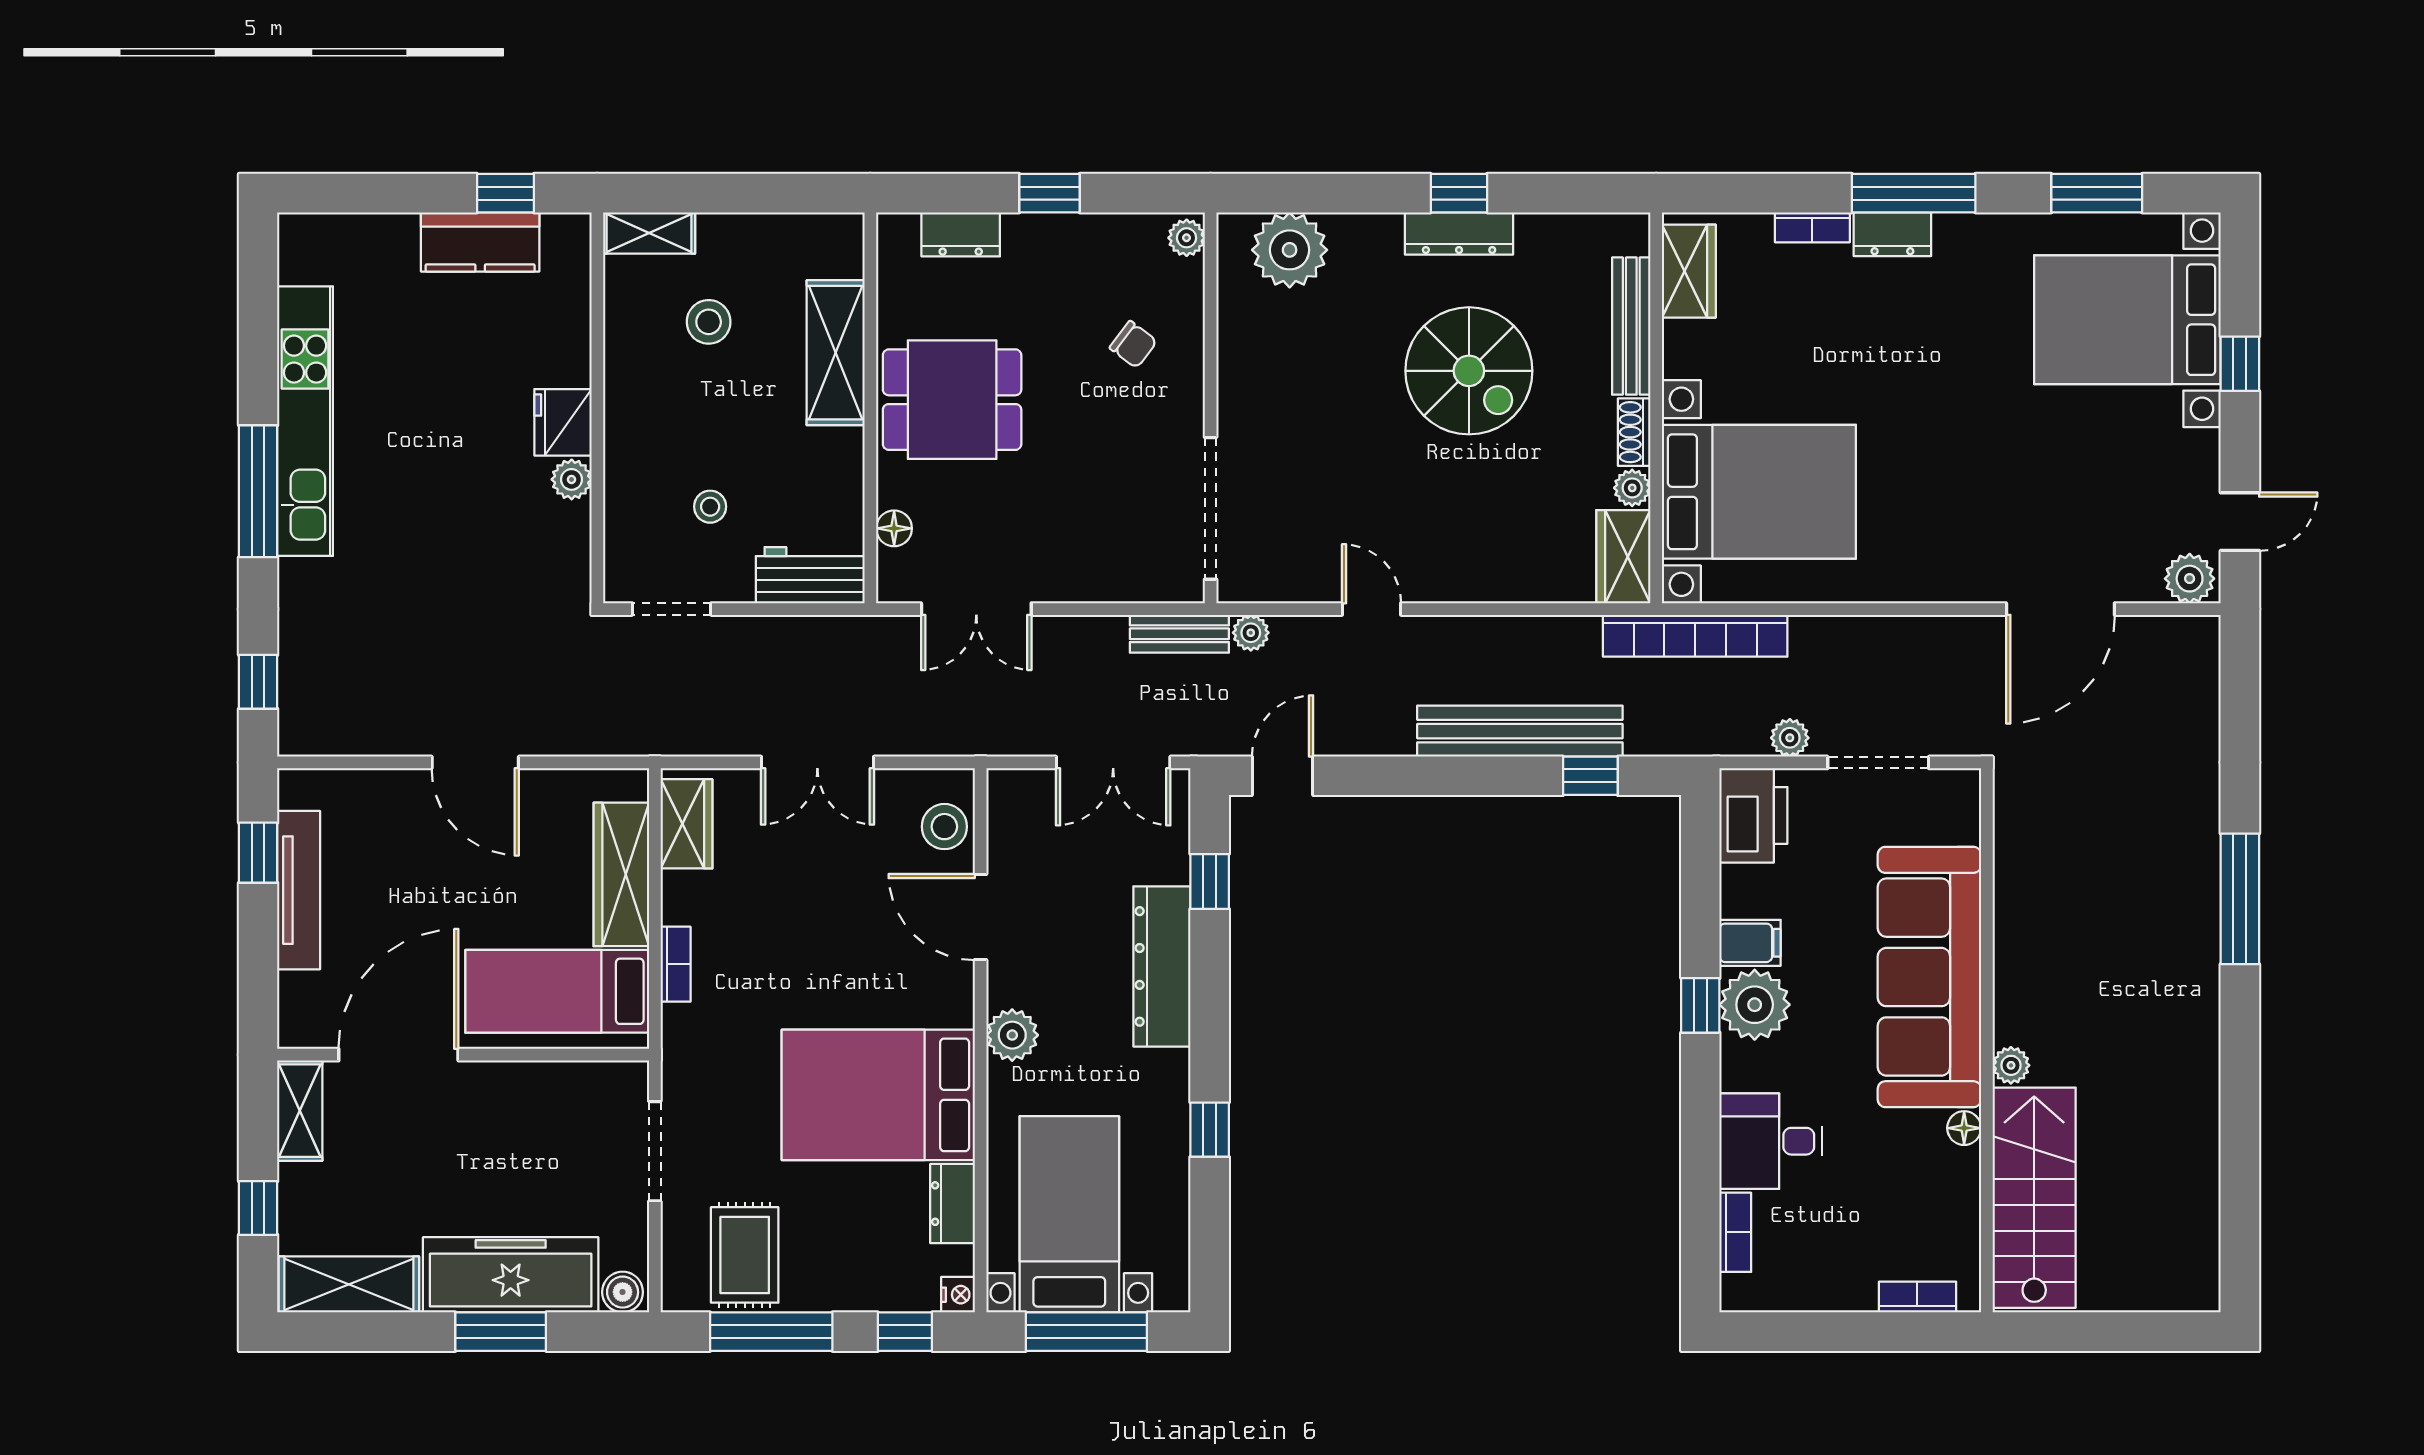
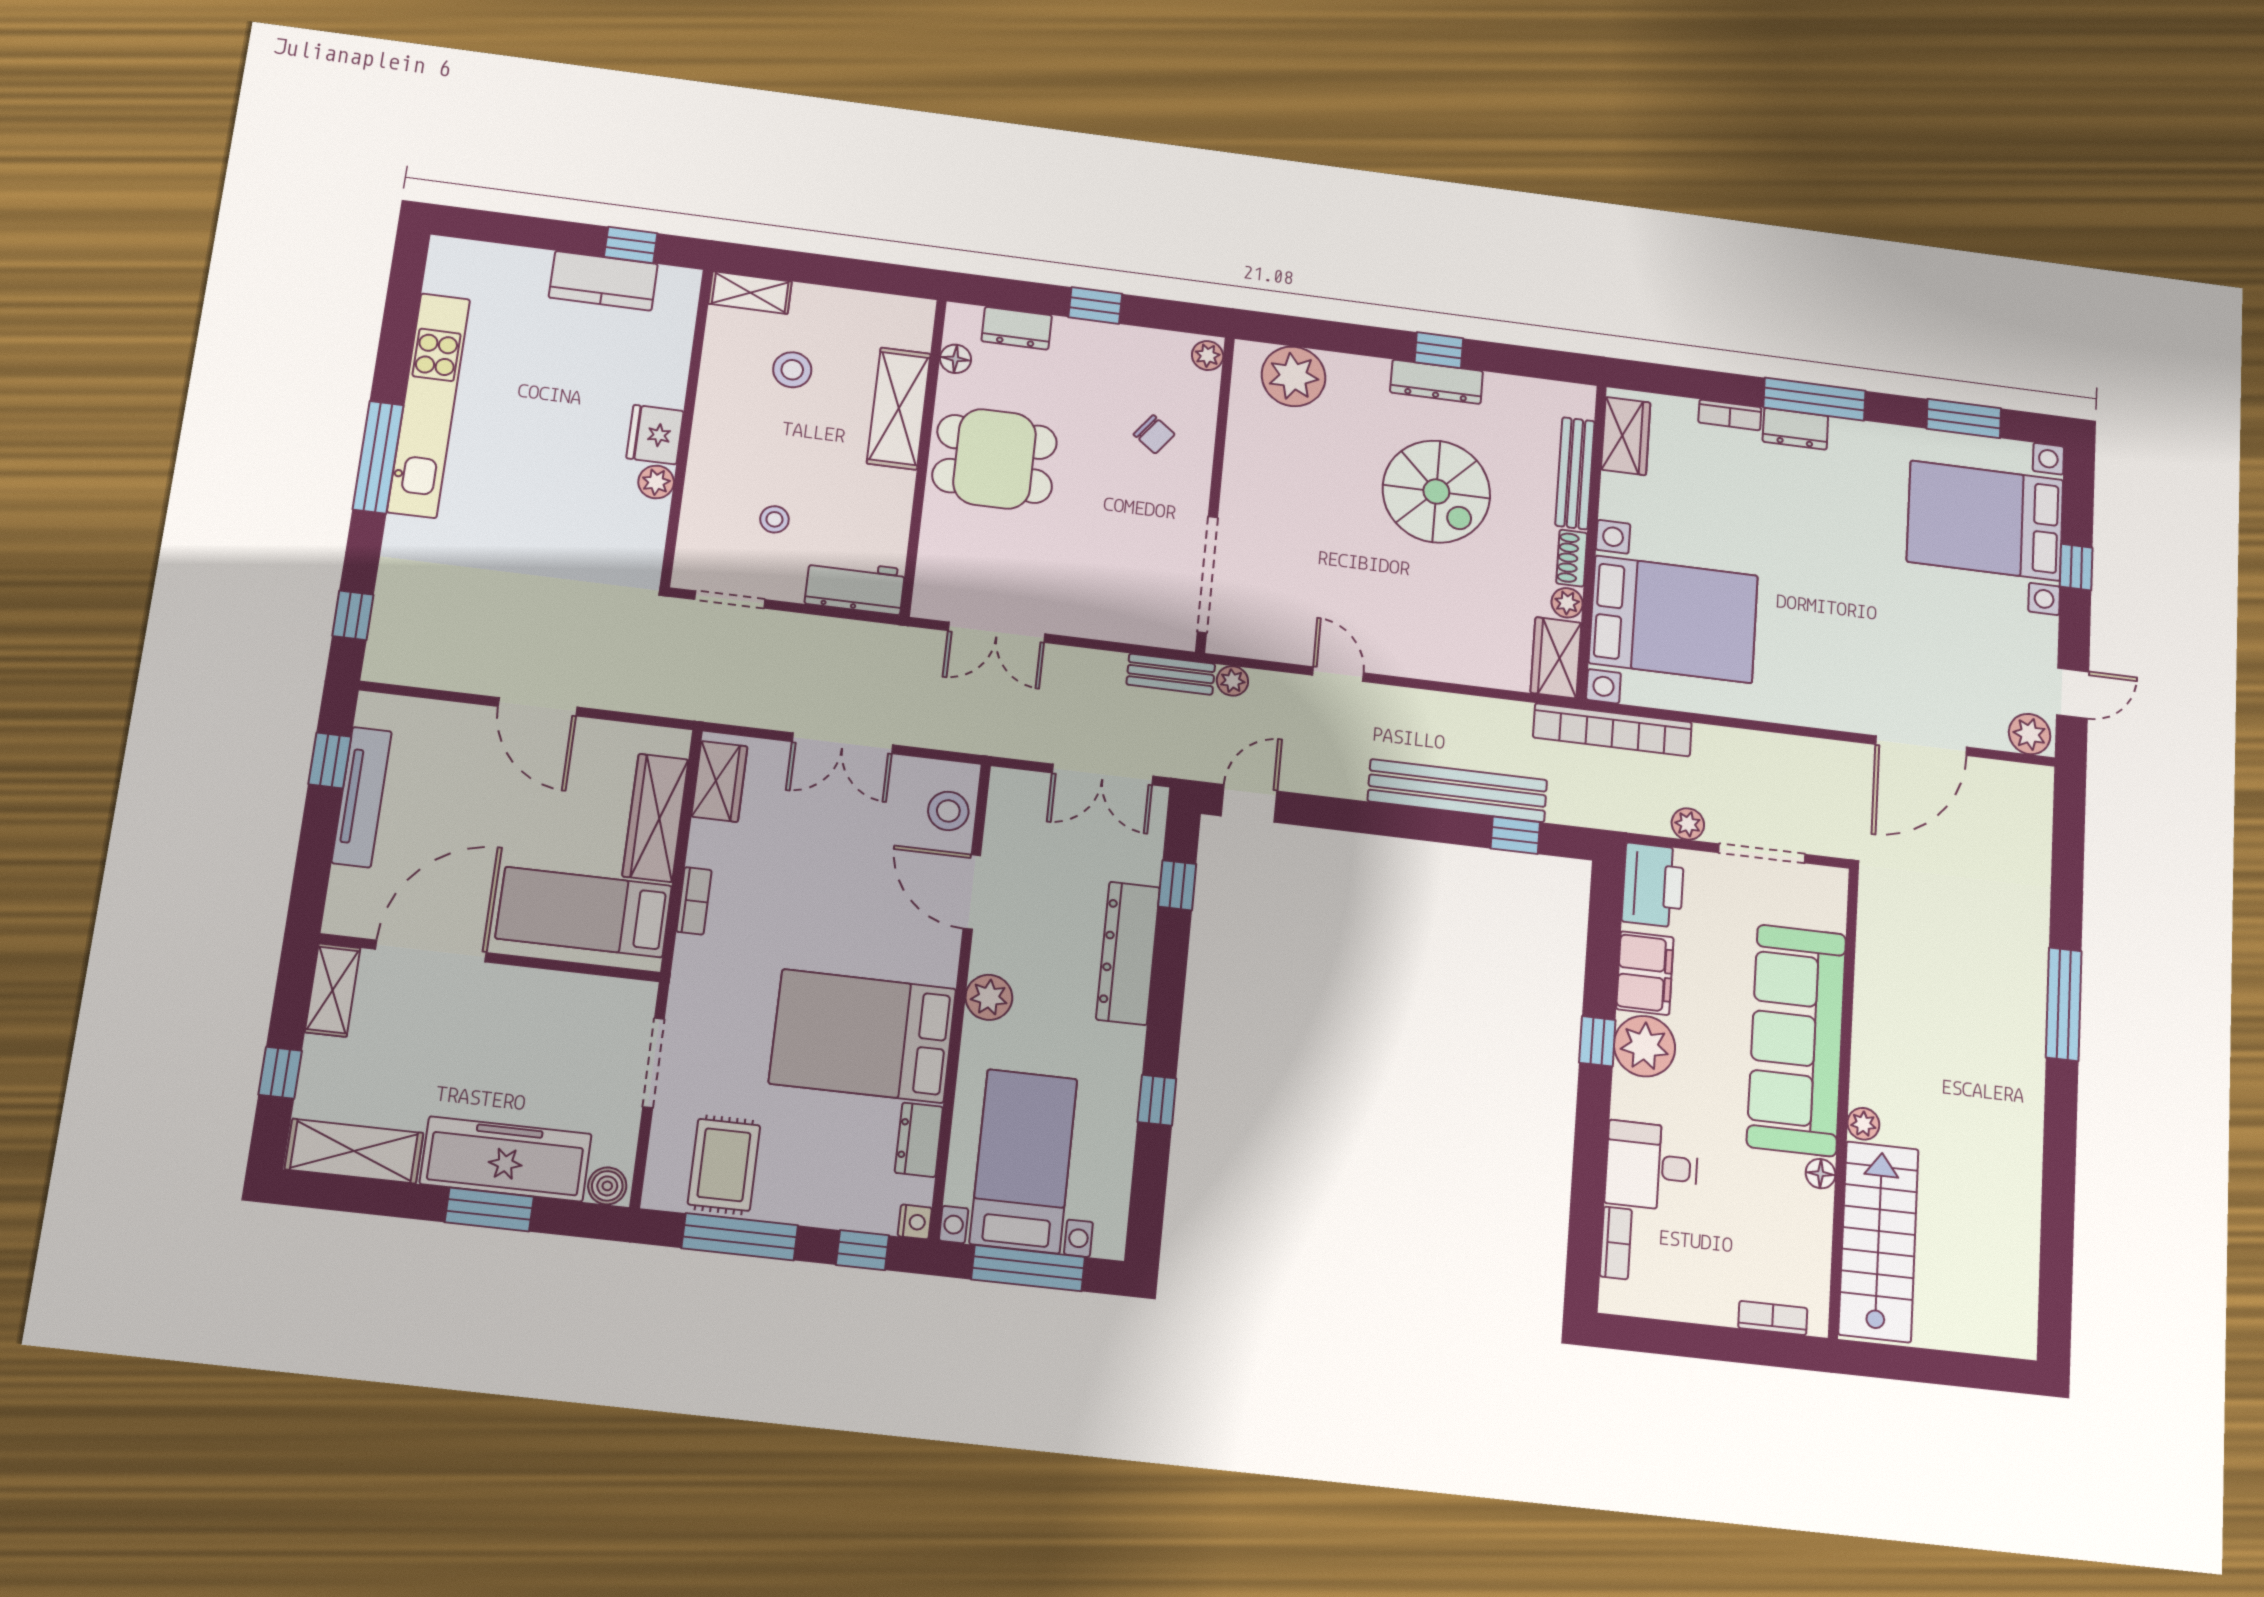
floor lamp: (894, 528) -> (955, 359), moved
filing cabinet: (1750, 943) -> (1645, 973), width x2.00

